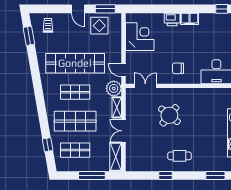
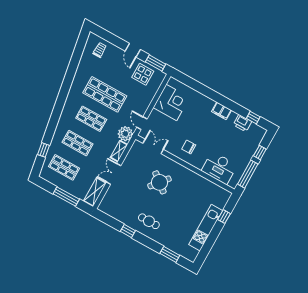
printer: (172, 19) -> (242, 123), moved
window: (29, 36) -> (79, 50), removed
shop shelf: (75, 63) -> (105, 94), width x0.71
shop shelf: (75, 121) -> (78, 143), width x0.70, depth x0.74

